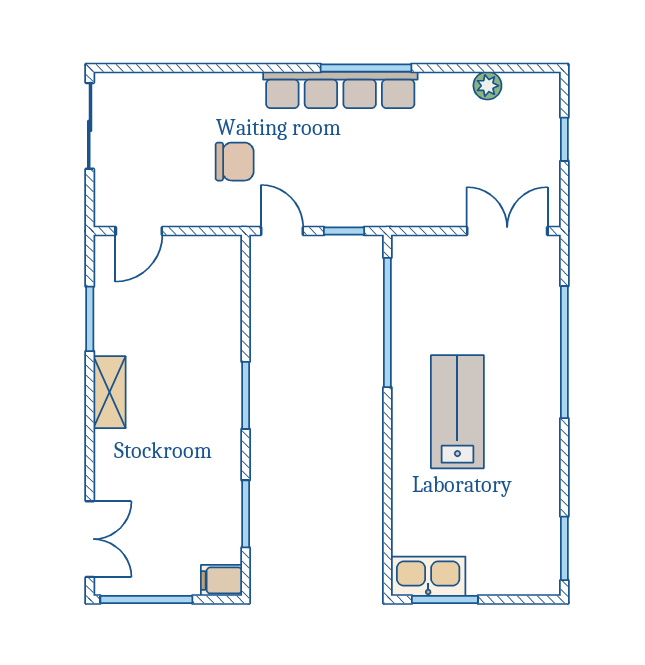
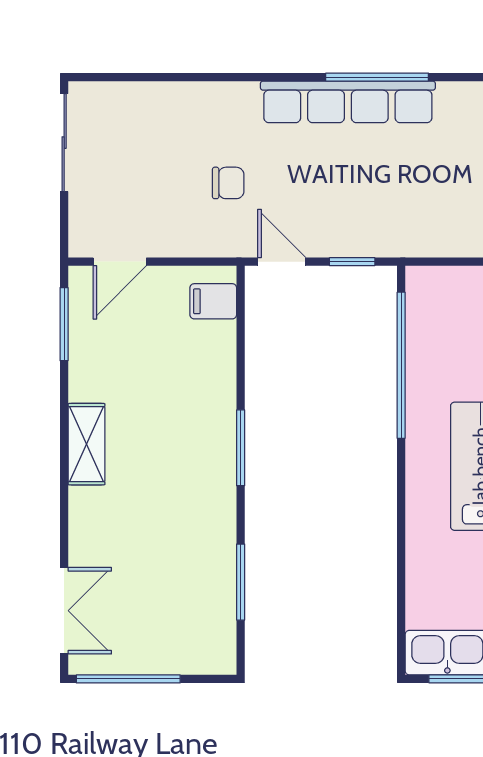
chair: (235, 162) -> (228, 183), width x0.73, depth x0.73
window: (90, 319) -> (64, 324), moved
filing cabinet: (221, 580) -> (213, 301), moved

